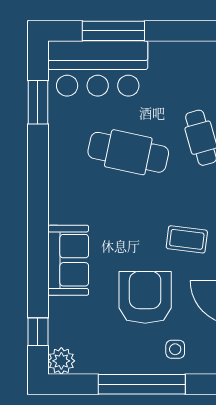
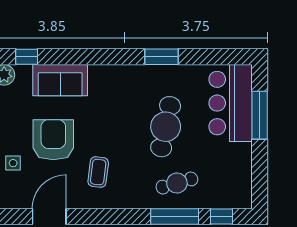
window: (38, 102) -> (162, 57), moved
sofa: (68, 260) -> (60, 80), moved
armchair: (145, 297) -> (53, 140), turned -90

